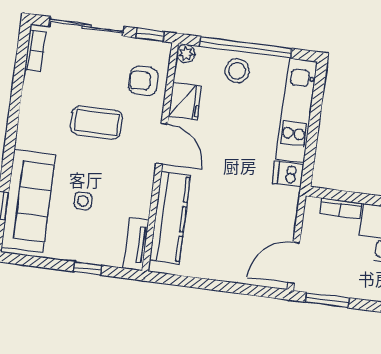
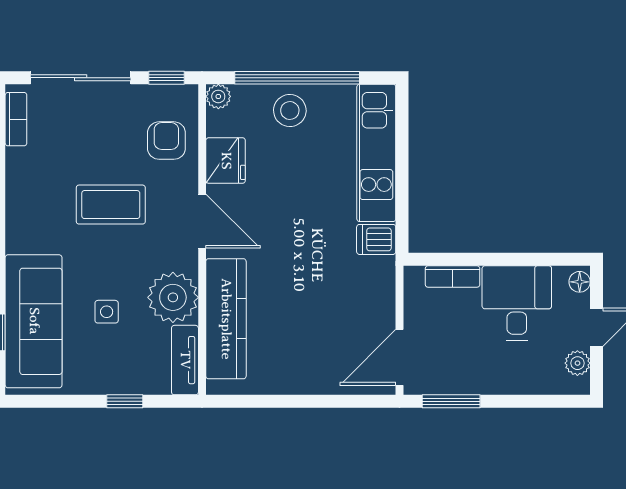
armchair: (143, 81) -> (166, 141), turned 90
plant: (133, 197) -> (173, 297), added

